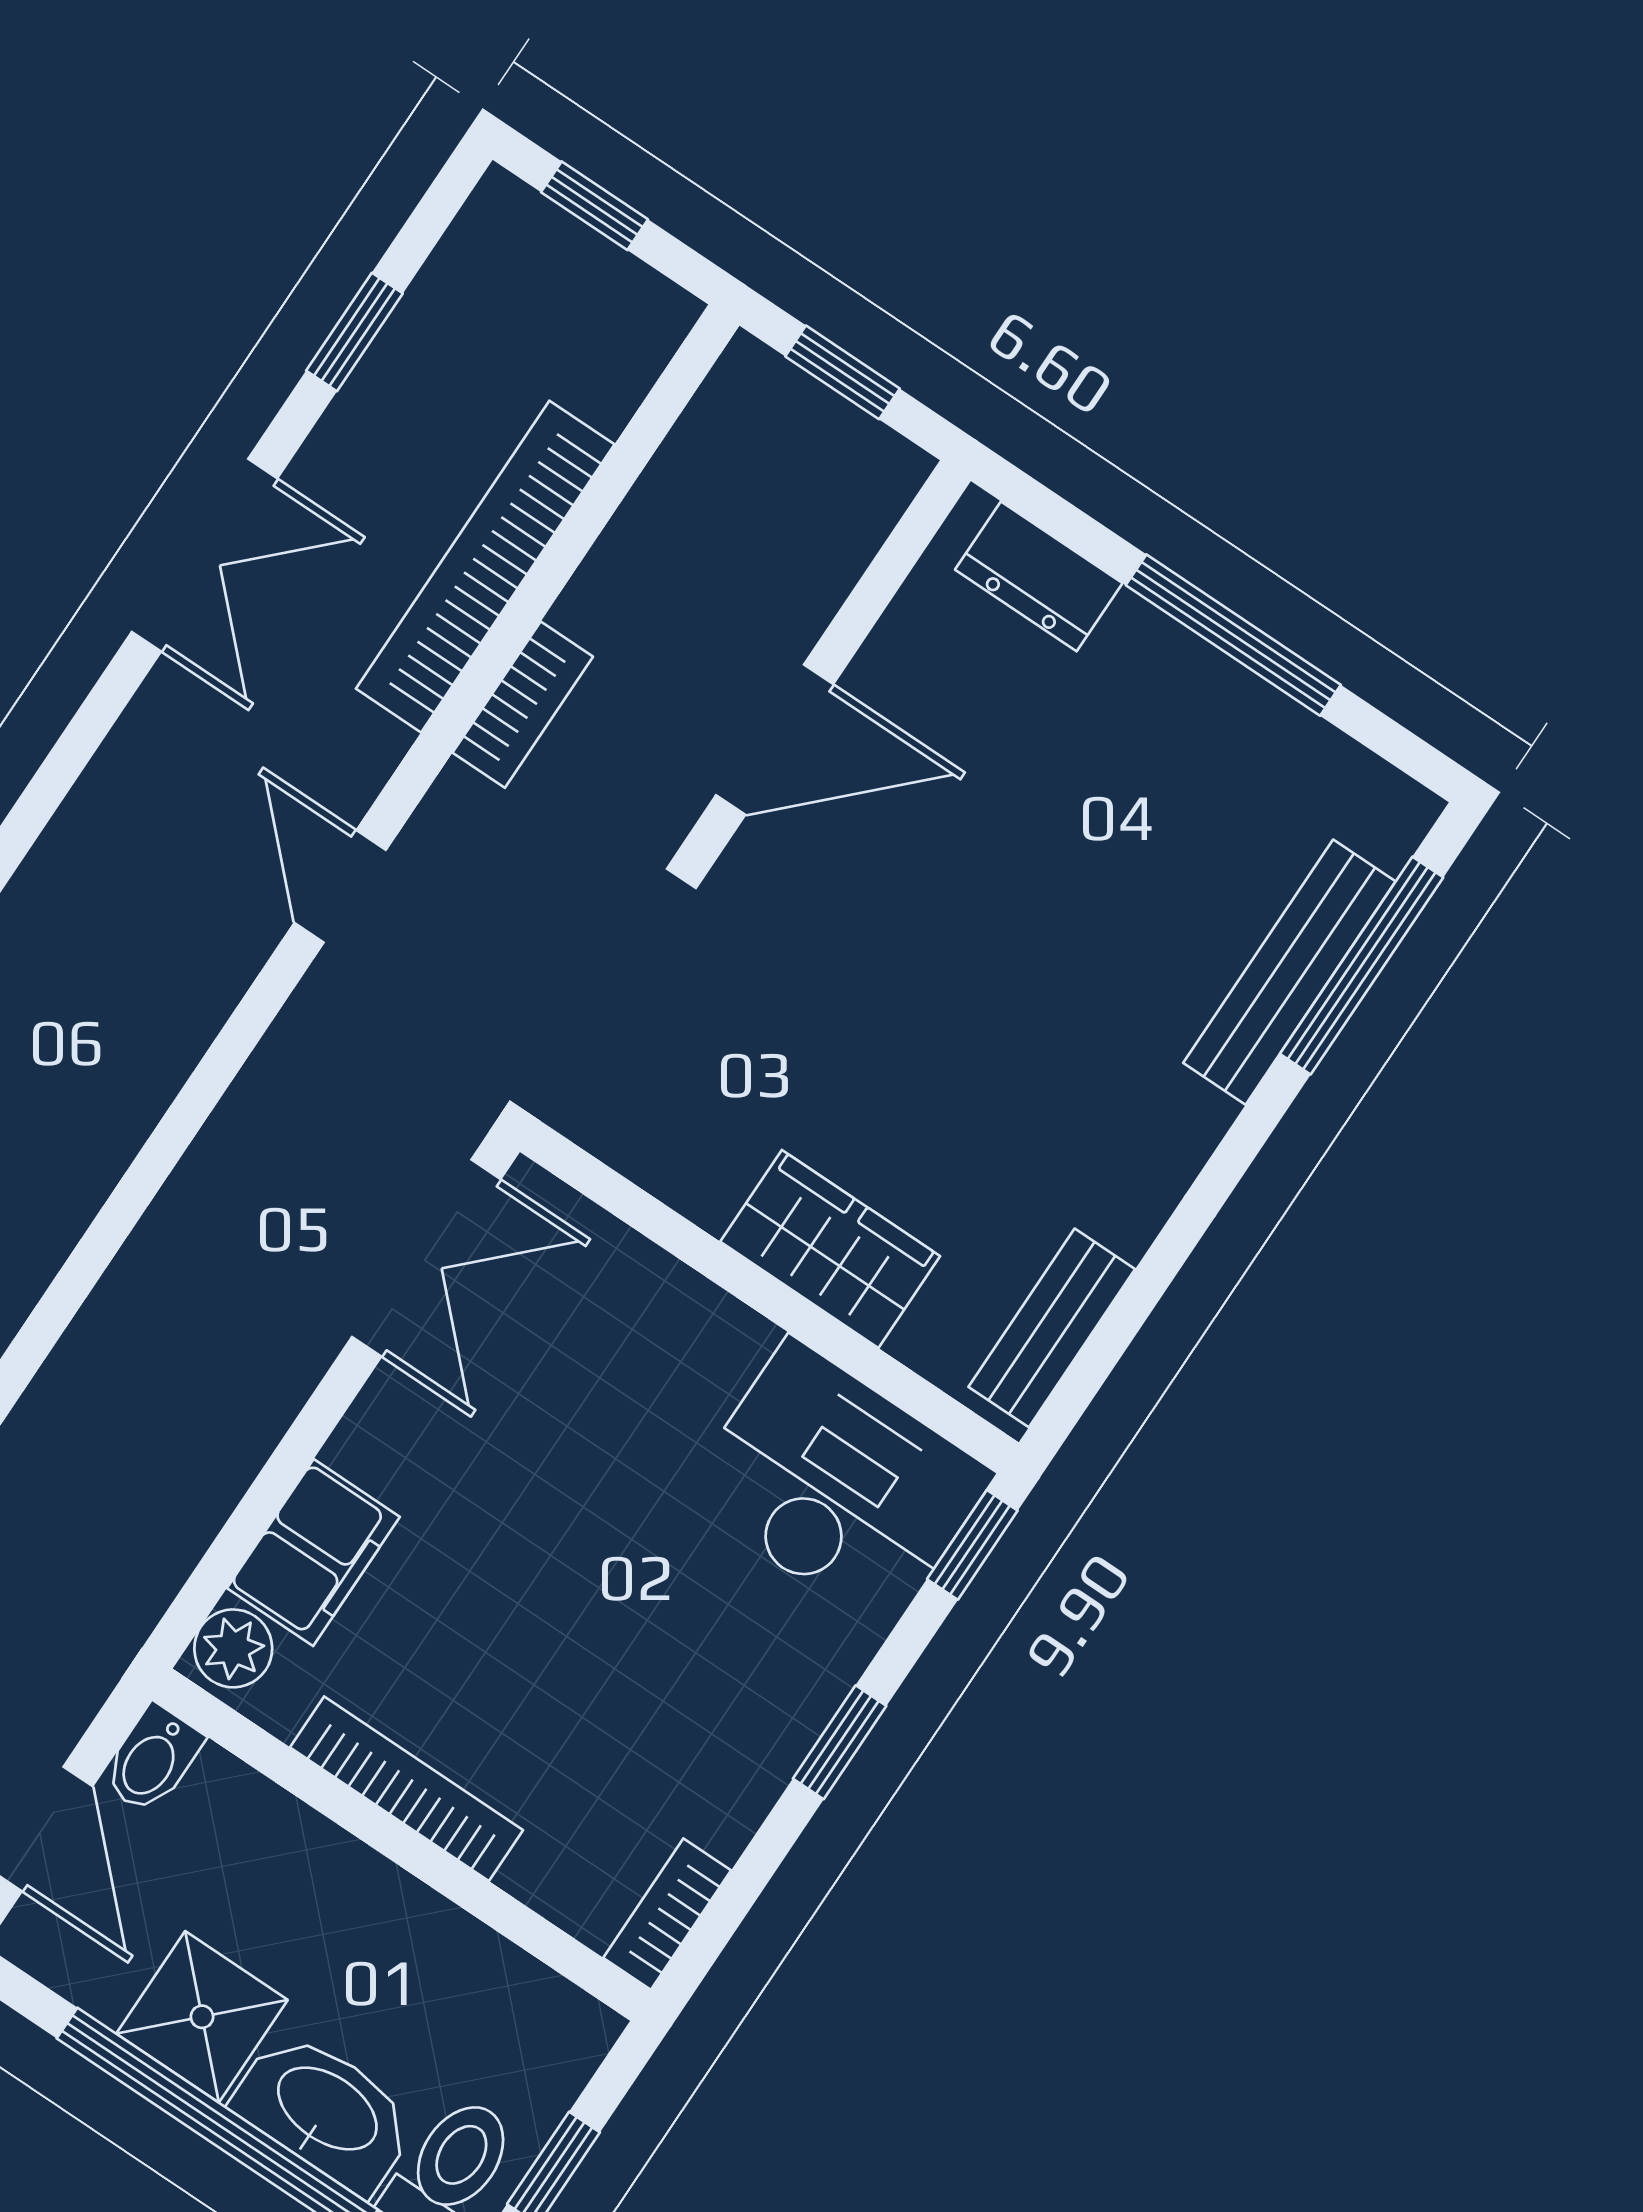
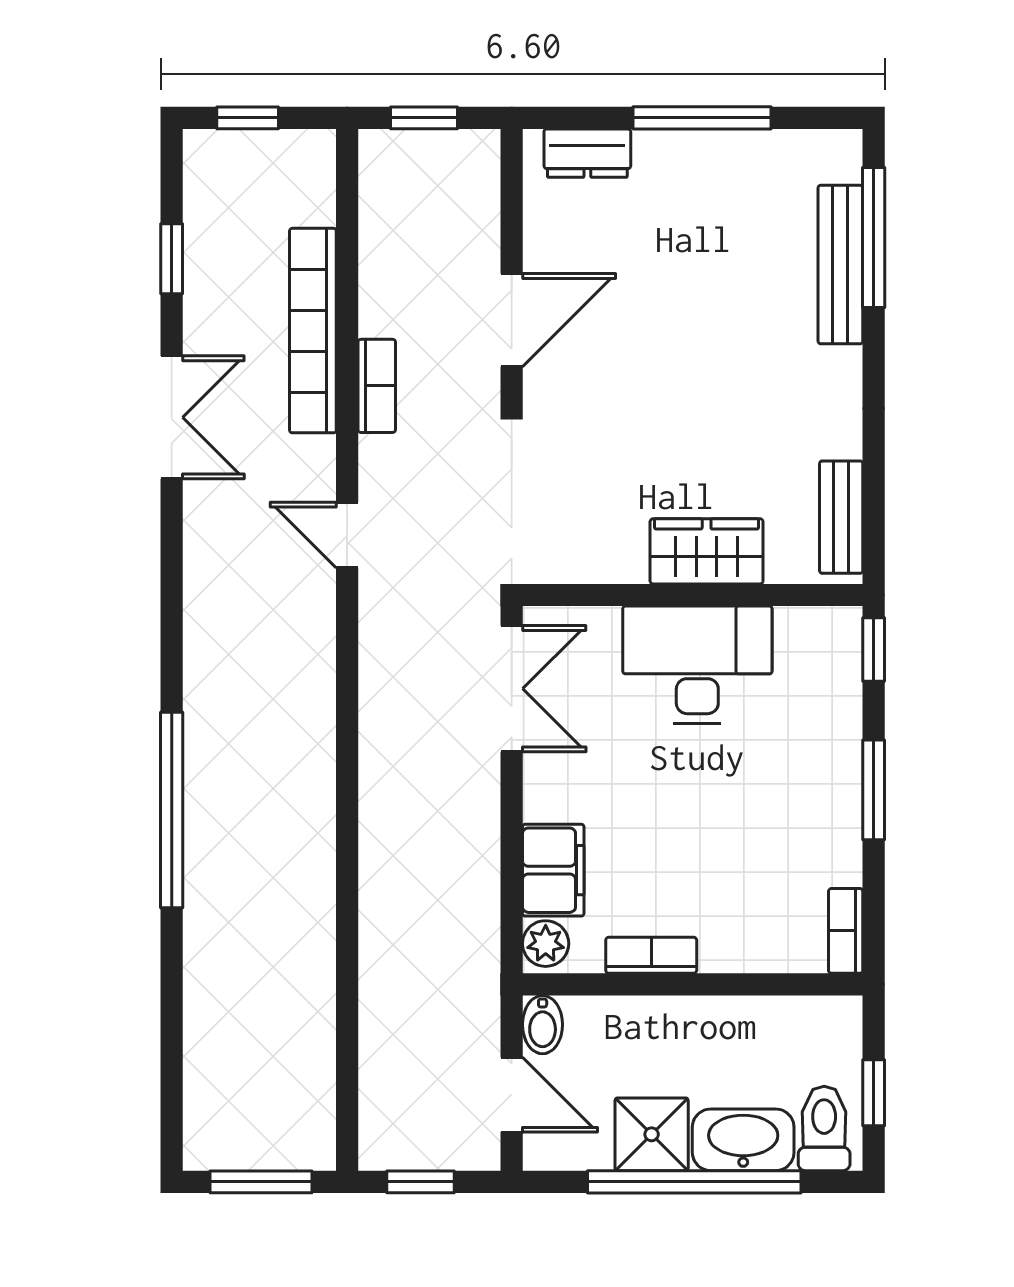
desk: (838, 1485) -> (697, 665), moved
window: (840, 1742) -> (874, 790), width x1.50
bookcase: (407, 1789) -> (651, 955), width x0.64

